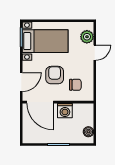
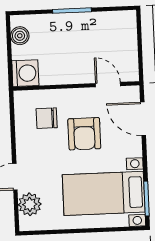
door: (21, 82) -> (143, 119), hinge flipped
door: (40, 102) -> (108, 85), width x0.53
washing machine: (65, 111) -> (25, 73), moved, turned 90

